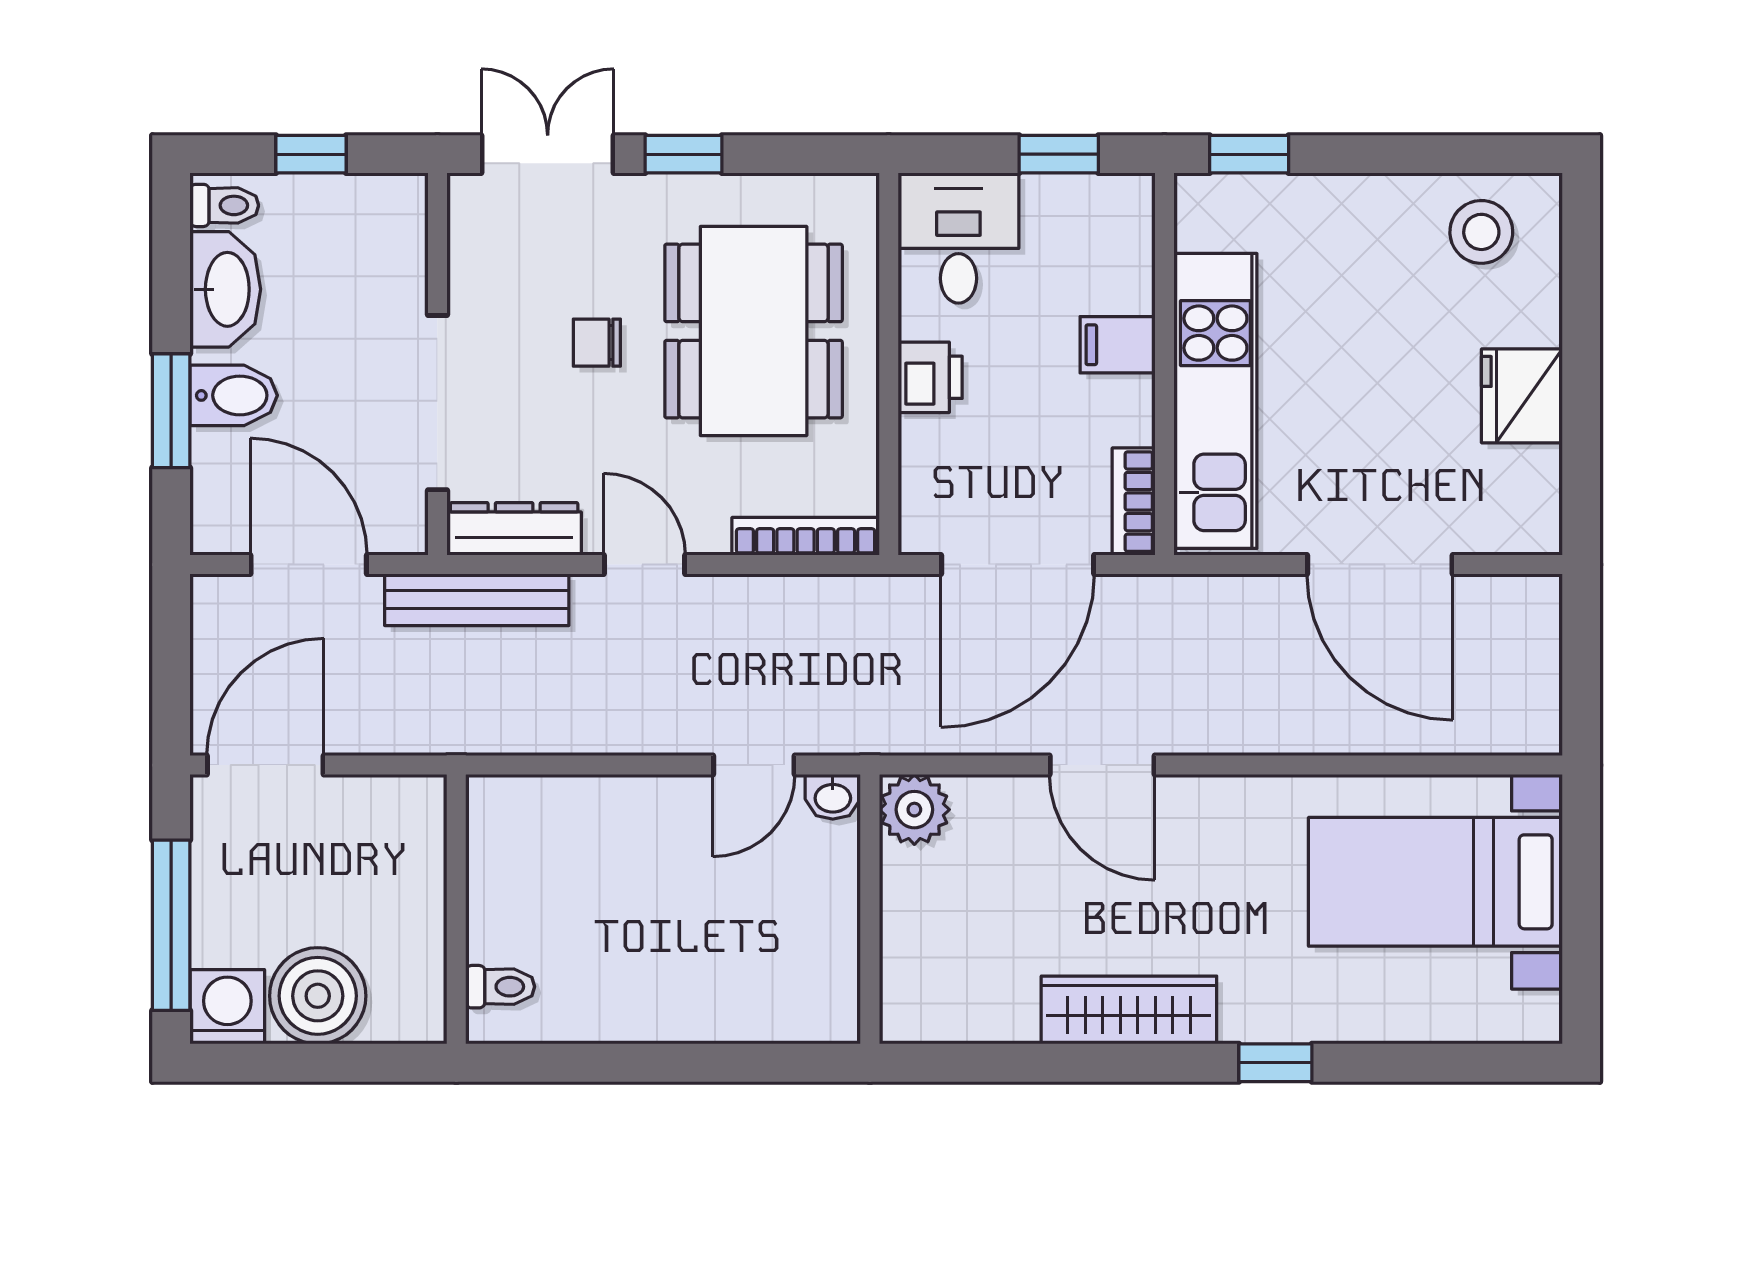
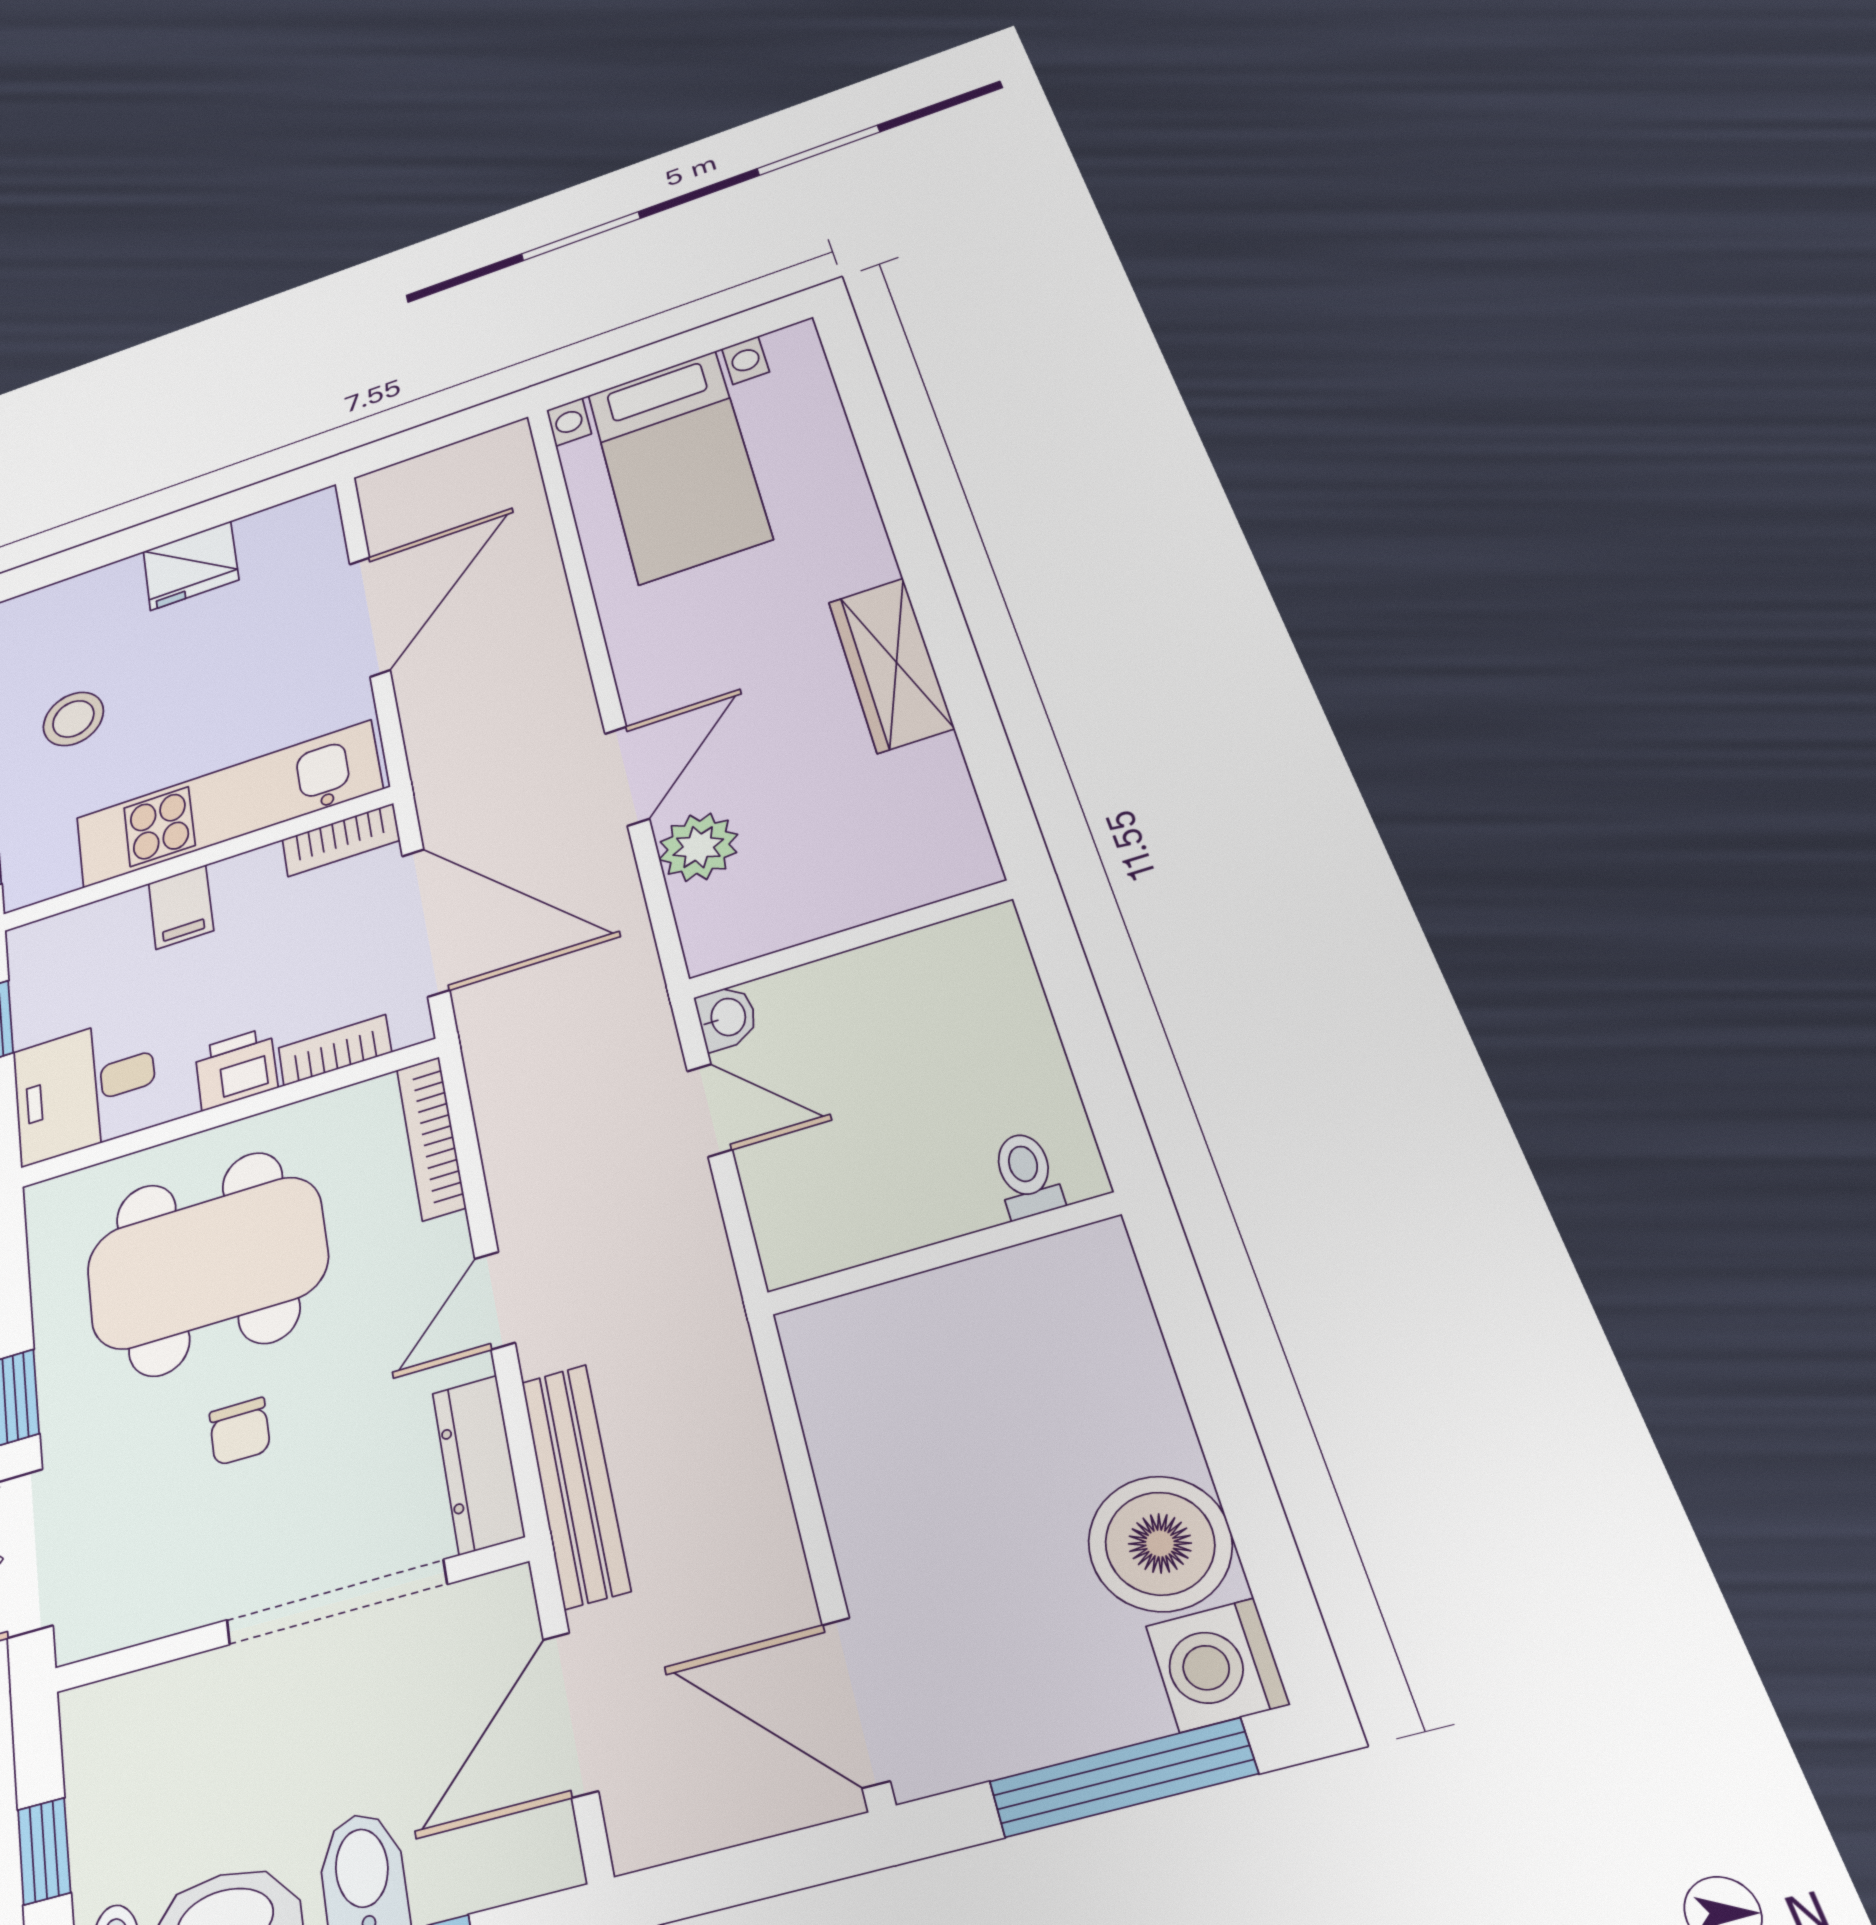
stool: (1481, 232) -> (73, 719), moved
bookcase: (918, 467) -> (335, 1050), added
plant: (914, 810) -> (698, 847), moved
wall: (456, 909) -> (942, 1254), moved
toilet: (500, 987) -> (1027, 1175), moved
window: (1275, 1063) -> (907, 524), removed

